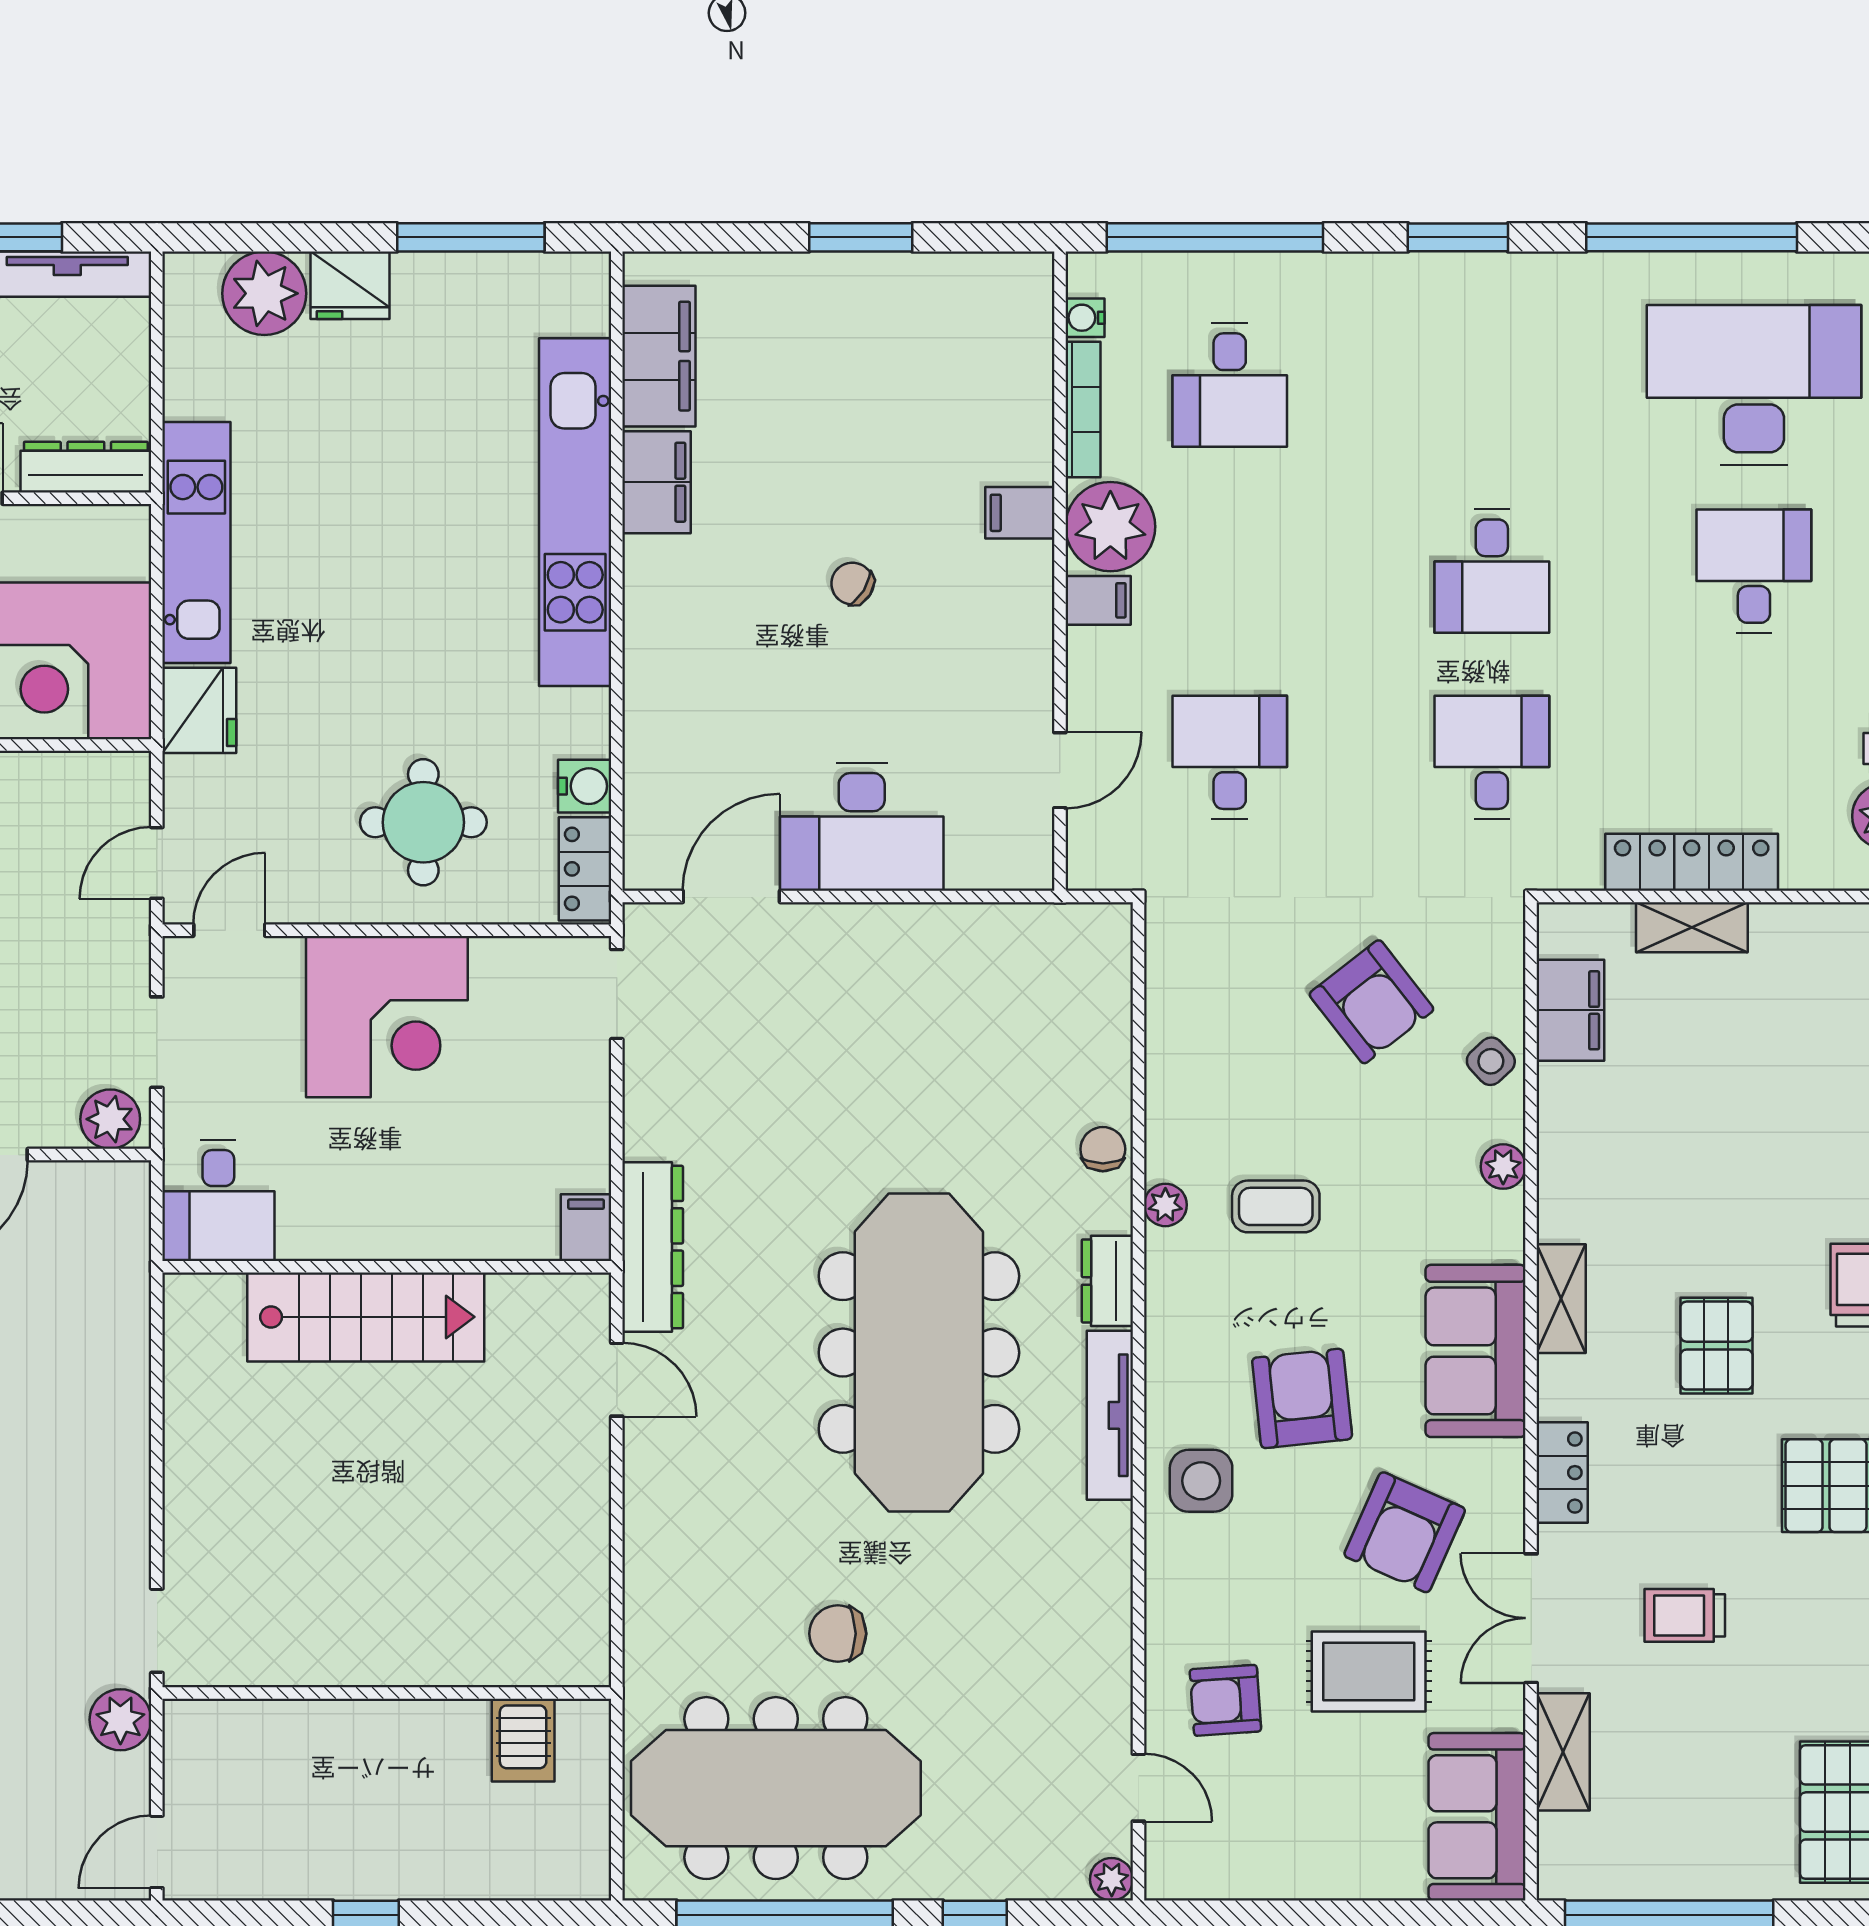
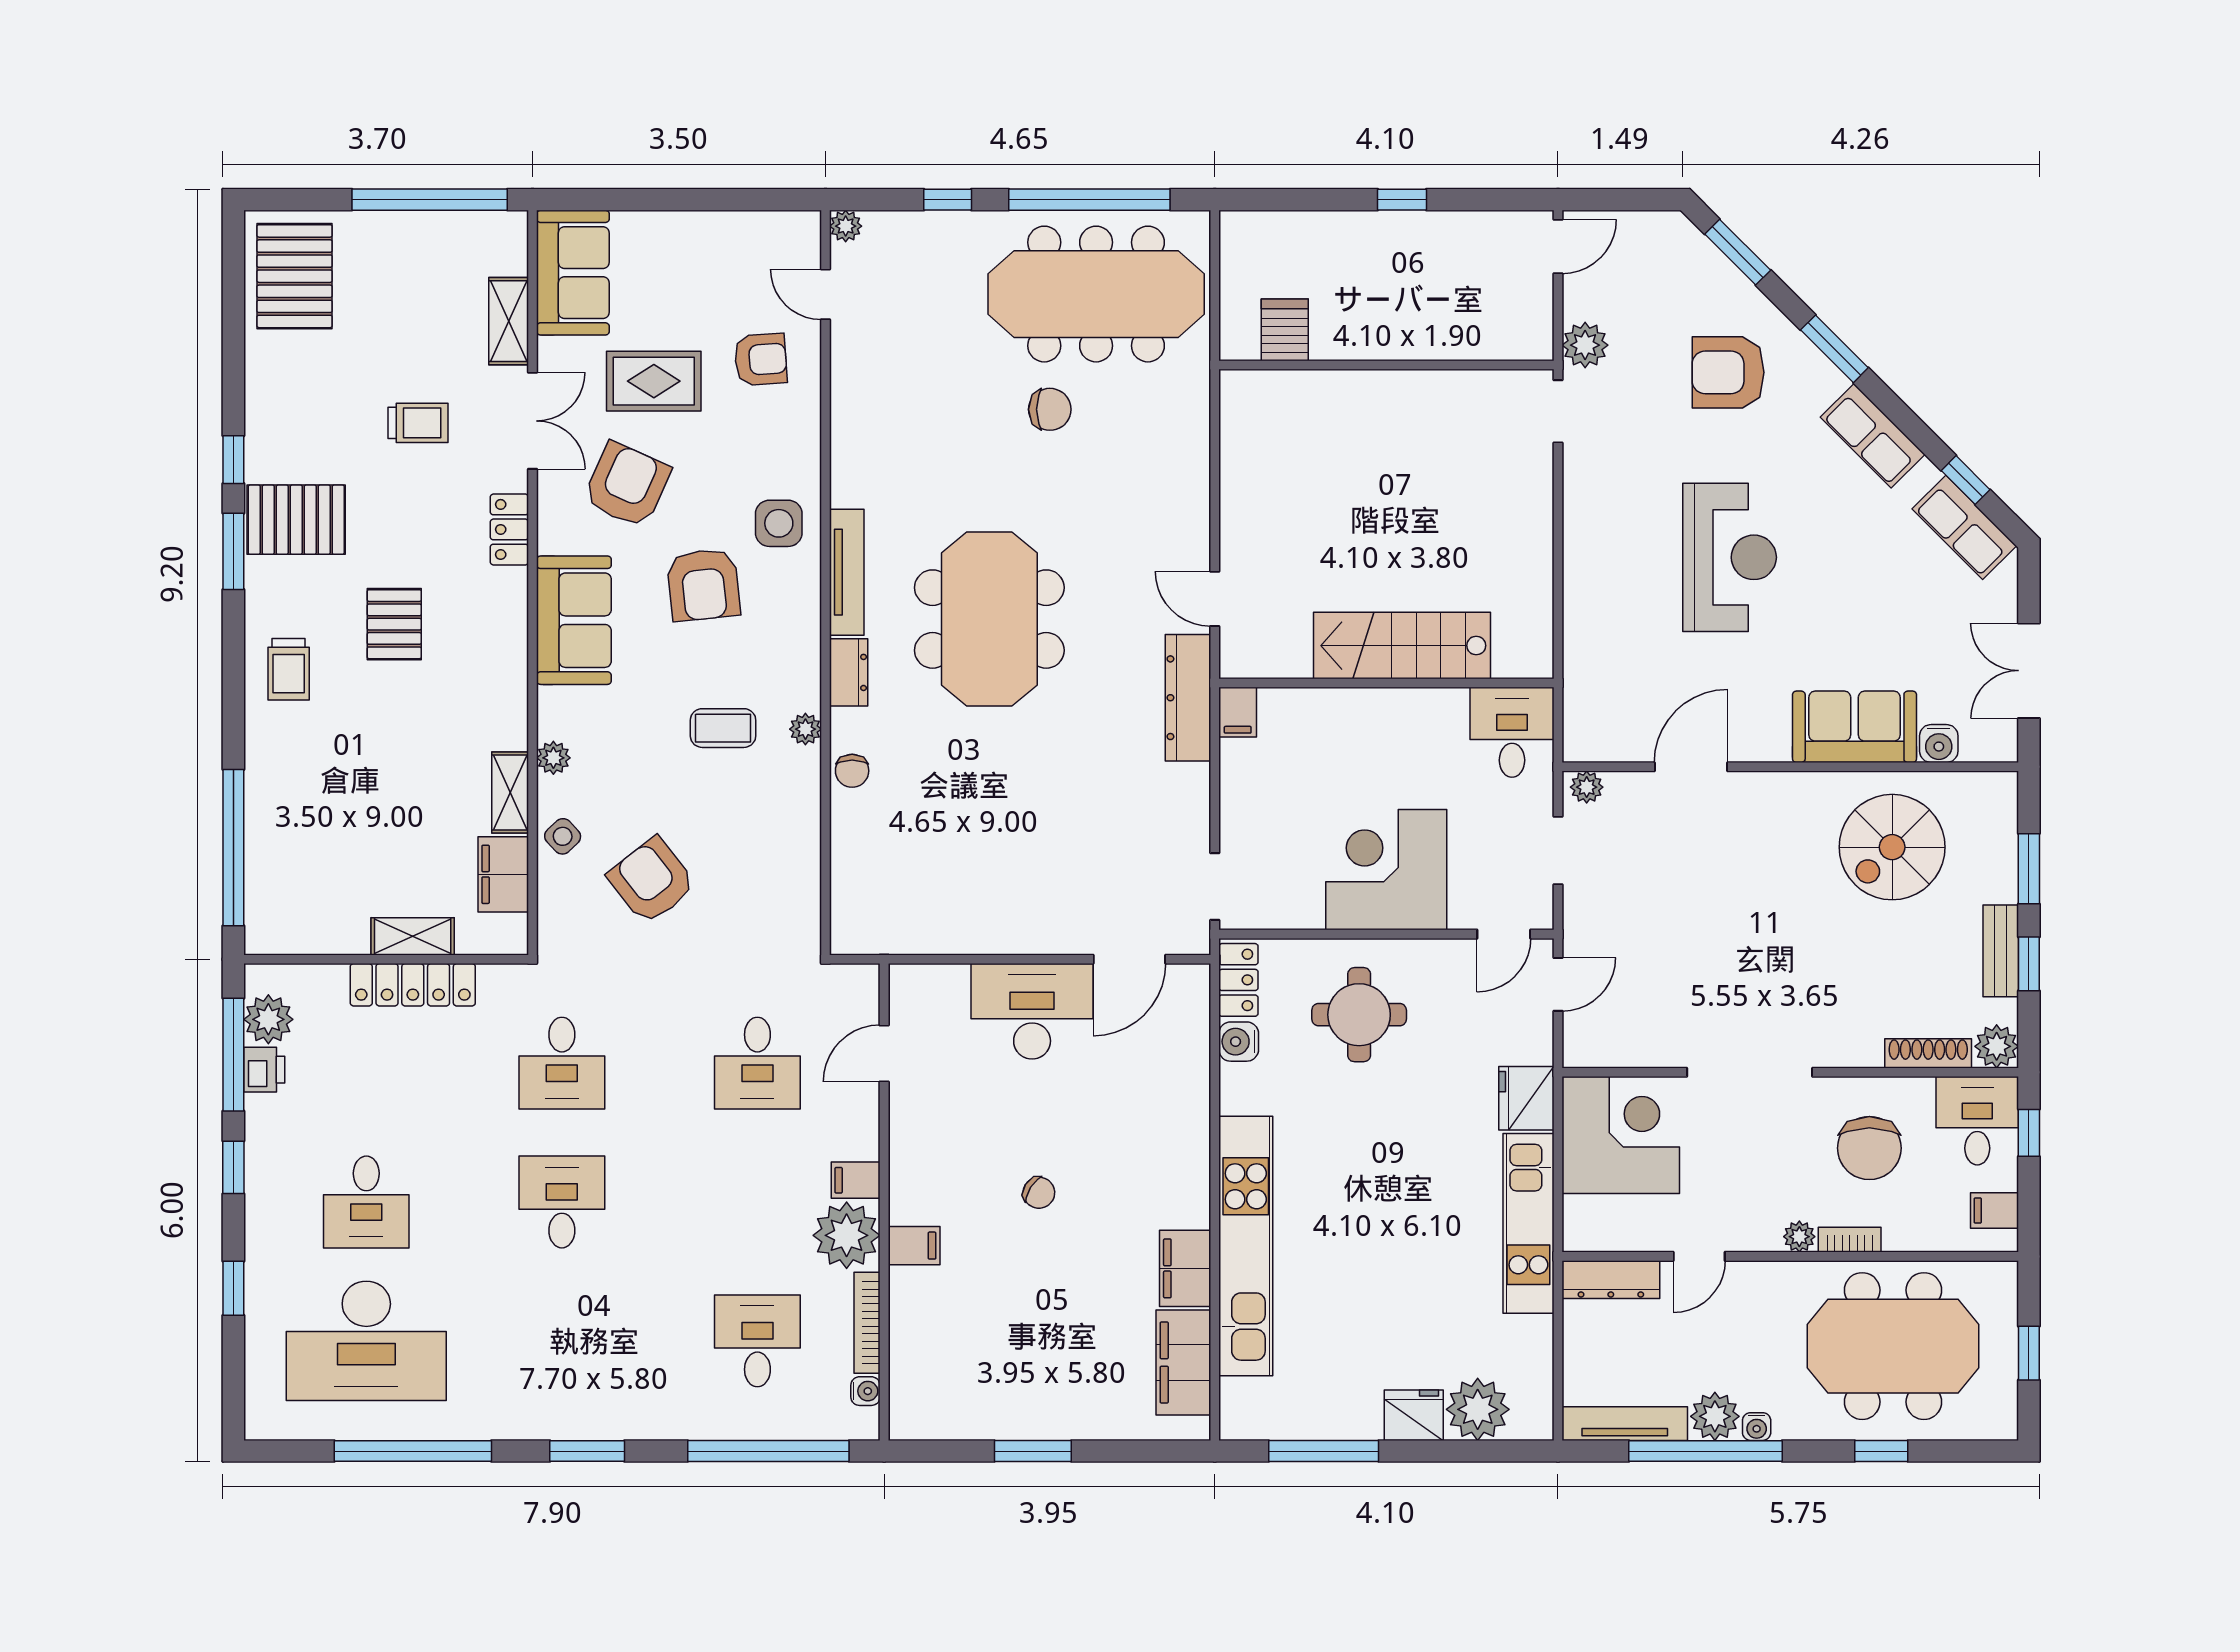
plant: (110, 1119) -> (1587, 787), width x0.73, depth x0.73
shelving: (1561, 1299) -> (510, 793), moved
meeting table: (919, 1353) -> (989, 619), width x0.73

